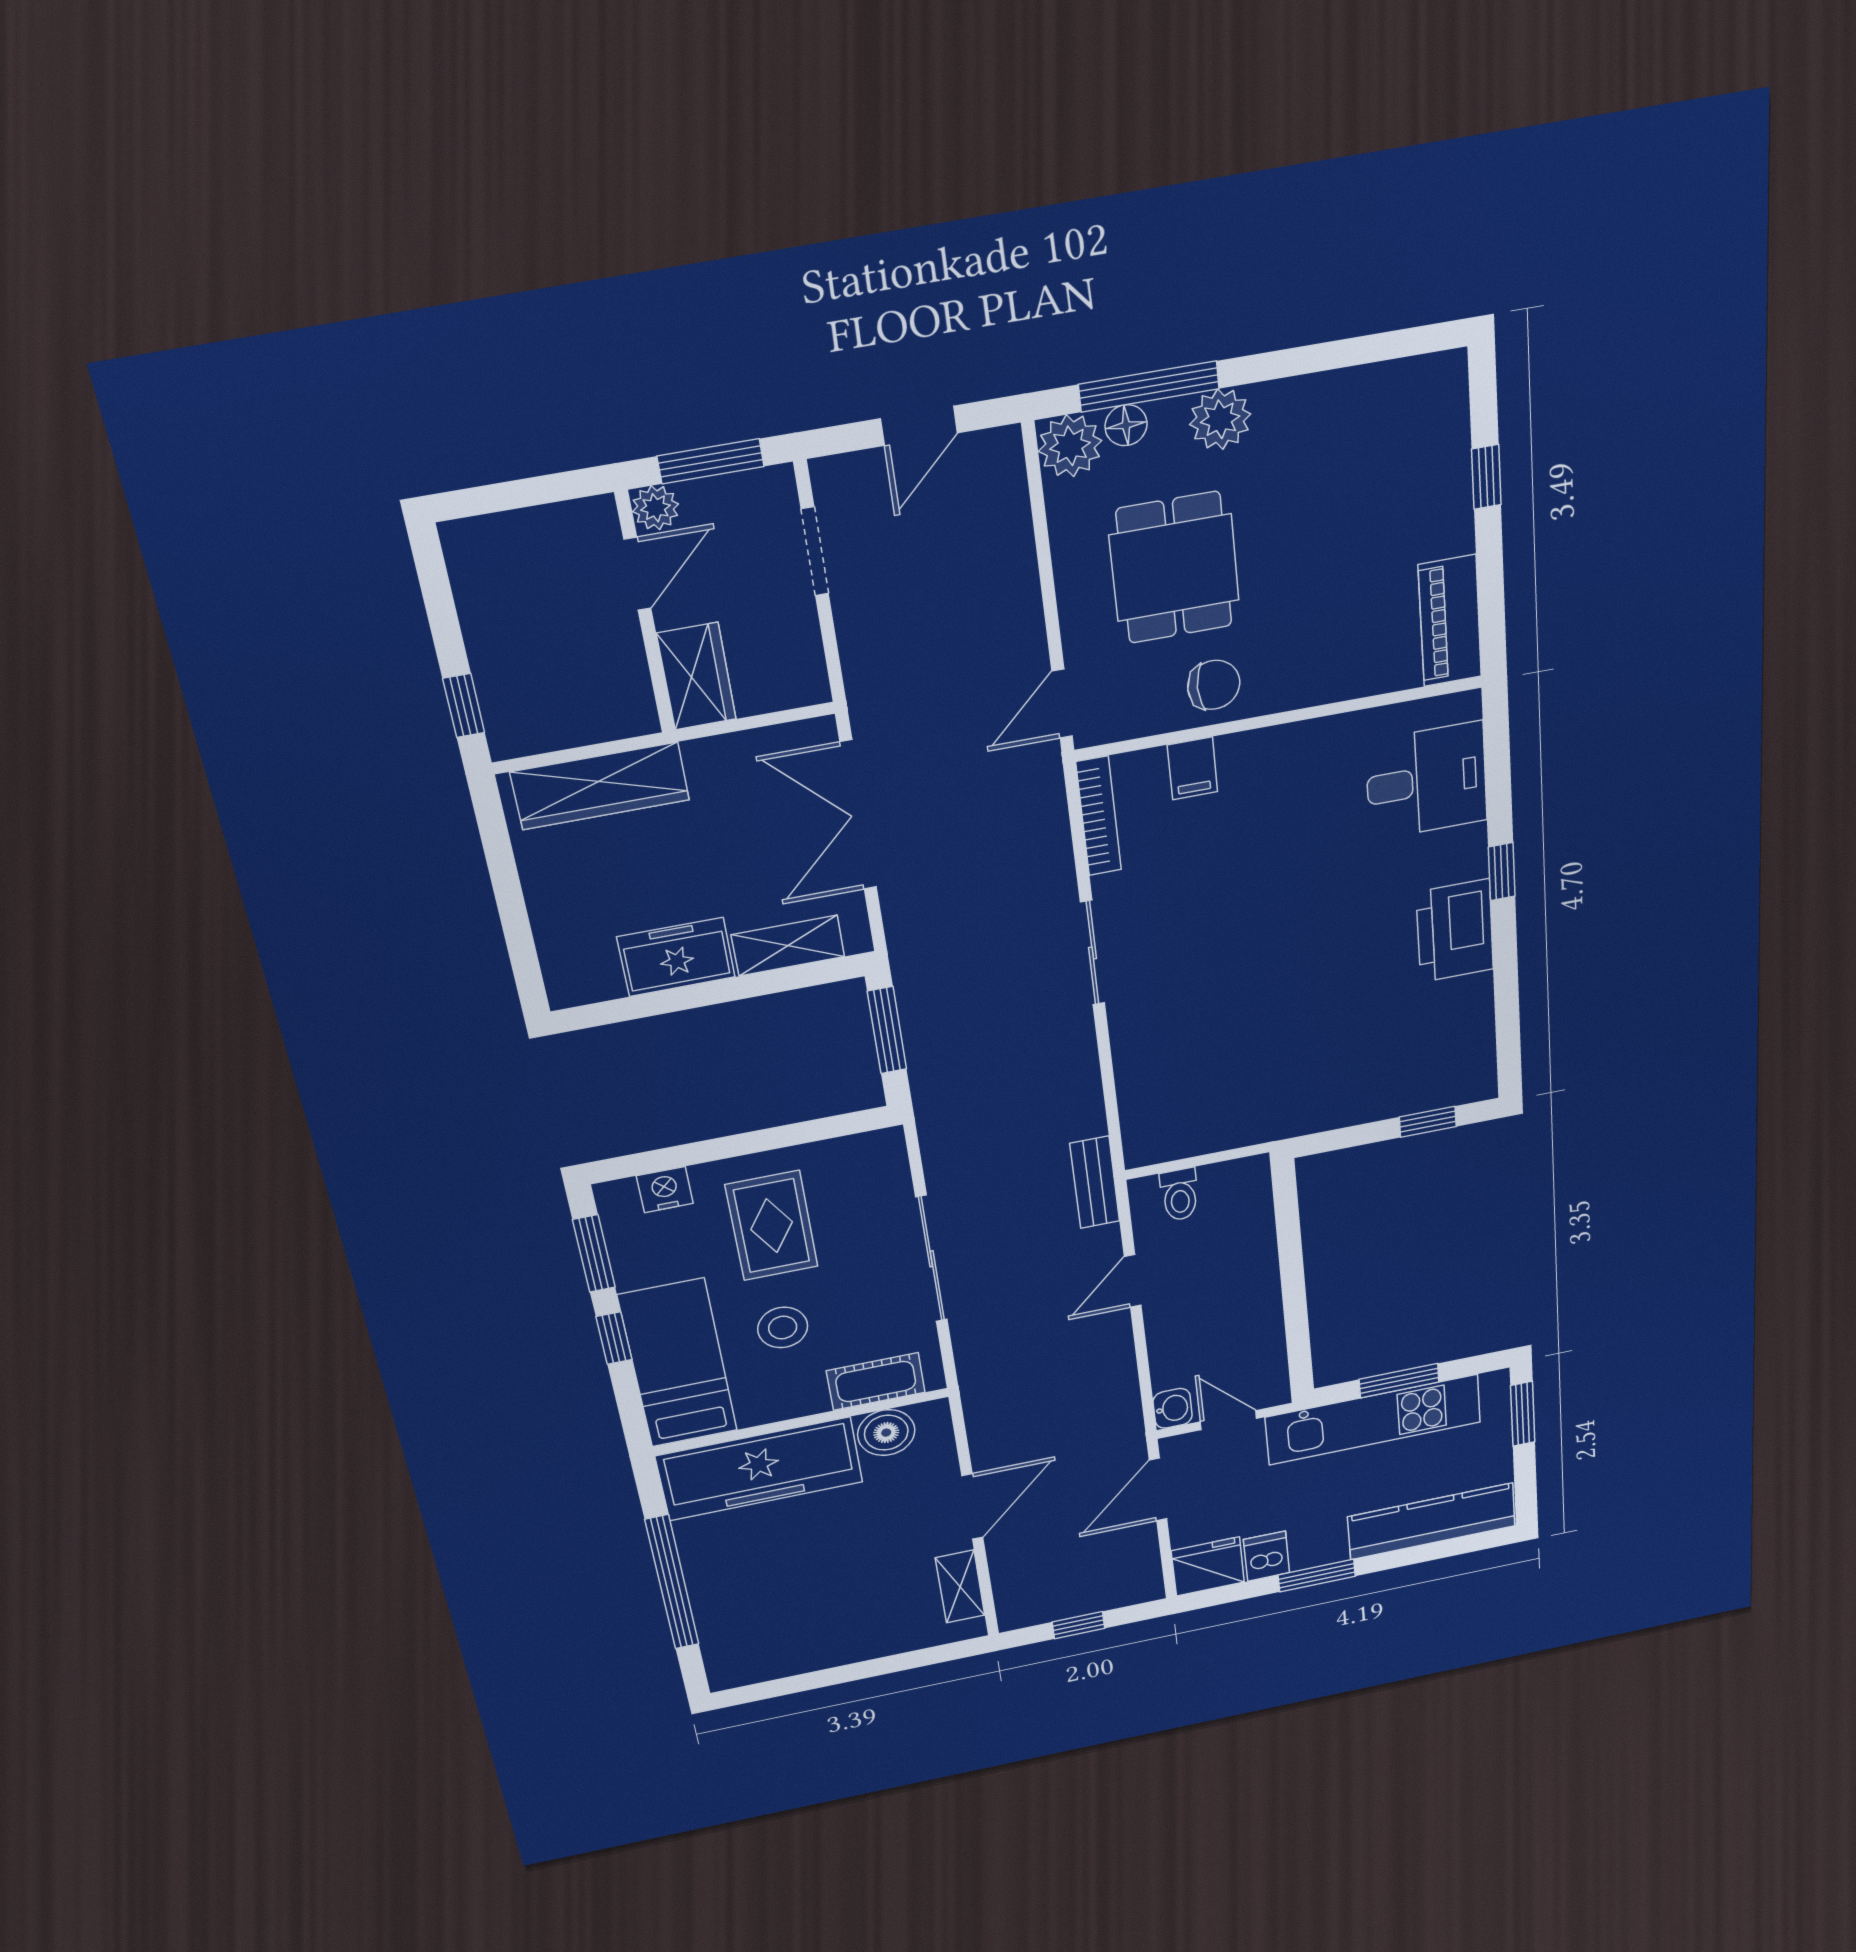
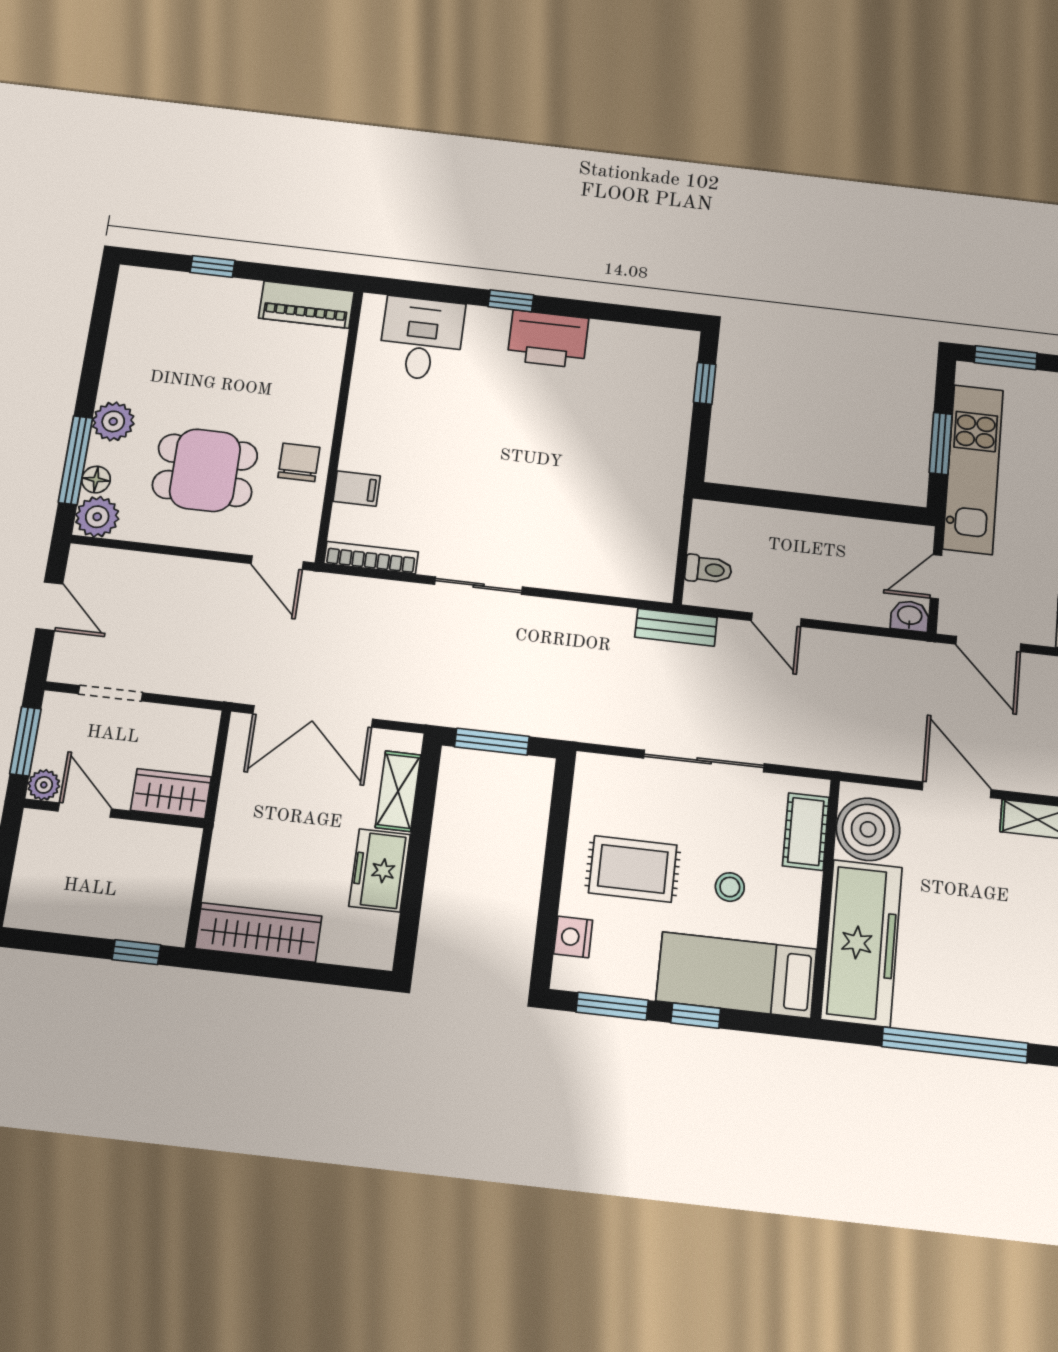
wardrobe: (600, 786) -> (258, 932), moved, turned -90
stool: (783, 1328) -> (730, 887), width x0.73, depth x0.73
boiler: (886, 1433) -> (868, 829), width x1.37, depth x1.37

